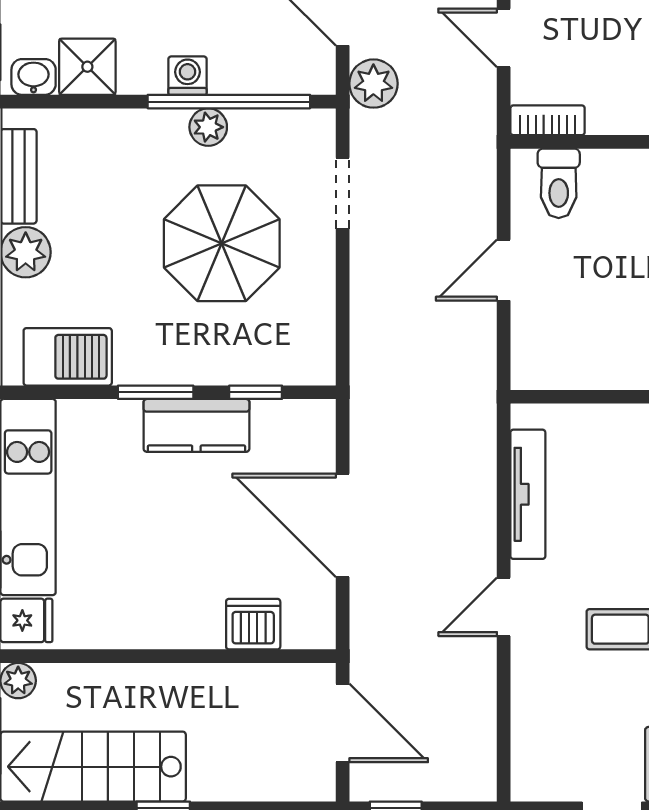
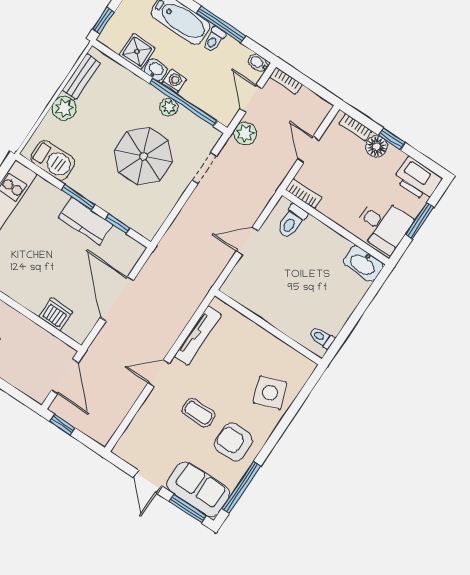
washbasin: (34, 77) -> (156, 70), moved

